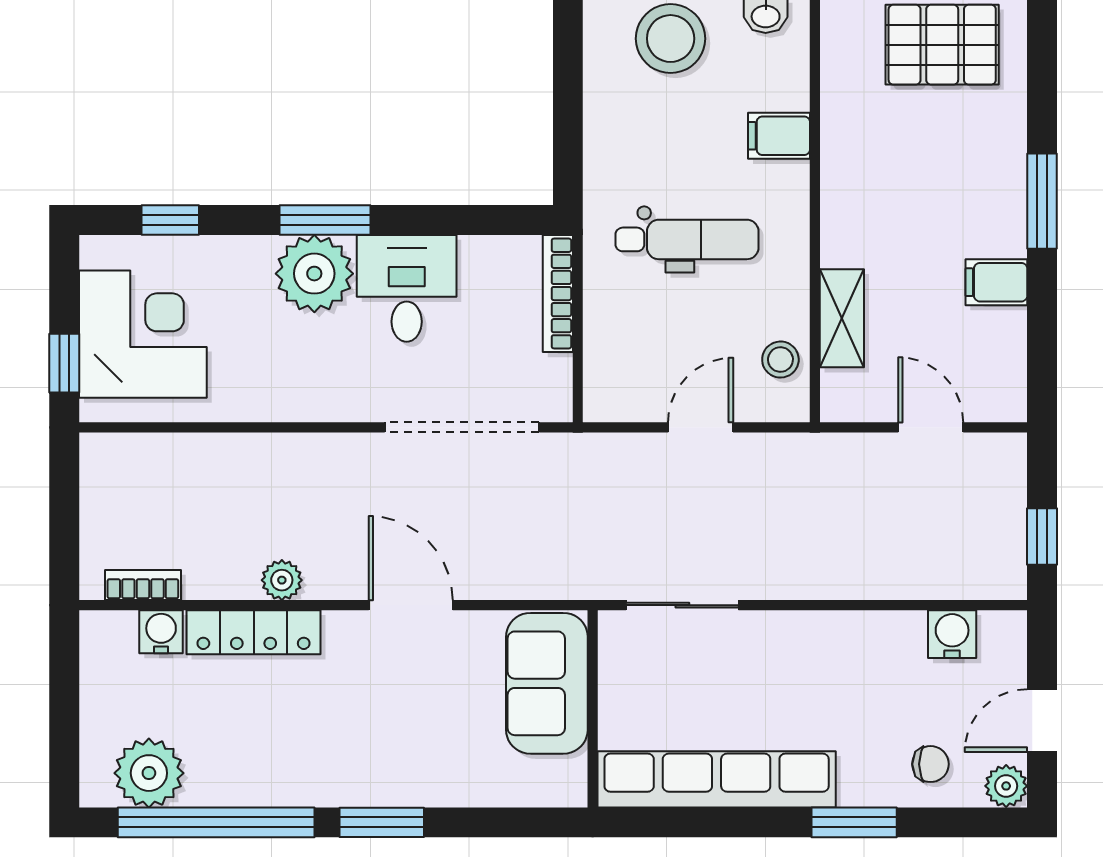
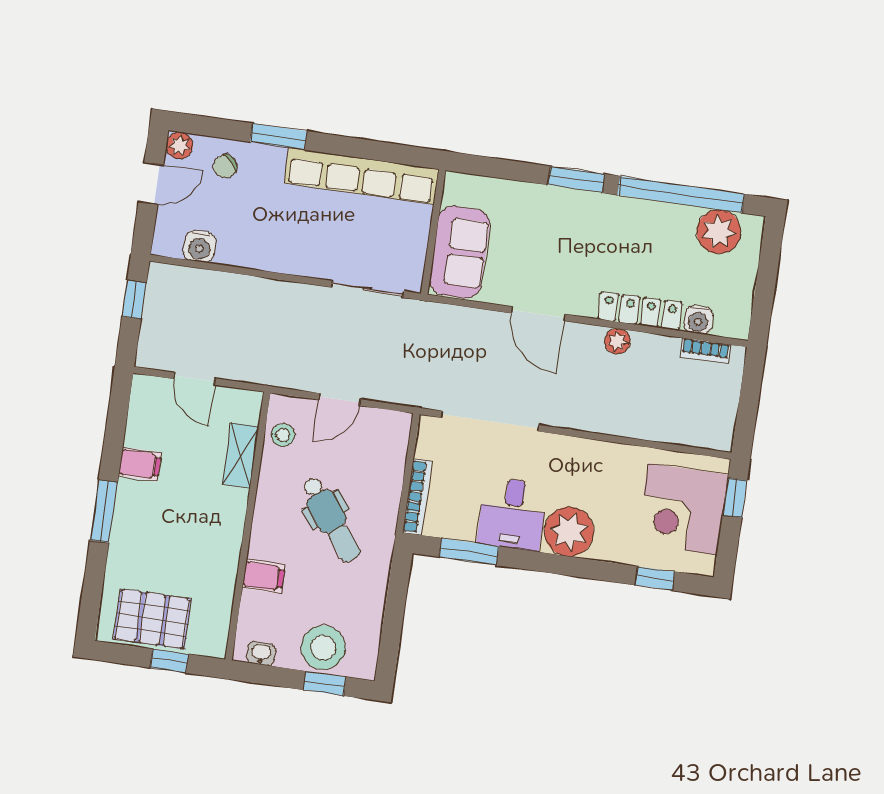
window: (325, 220) -> (469, 552), moved
dental chair: (687, 239) -> (331, 519), turned -127
chair: (931, 764) -> (225, 166), turned -42

